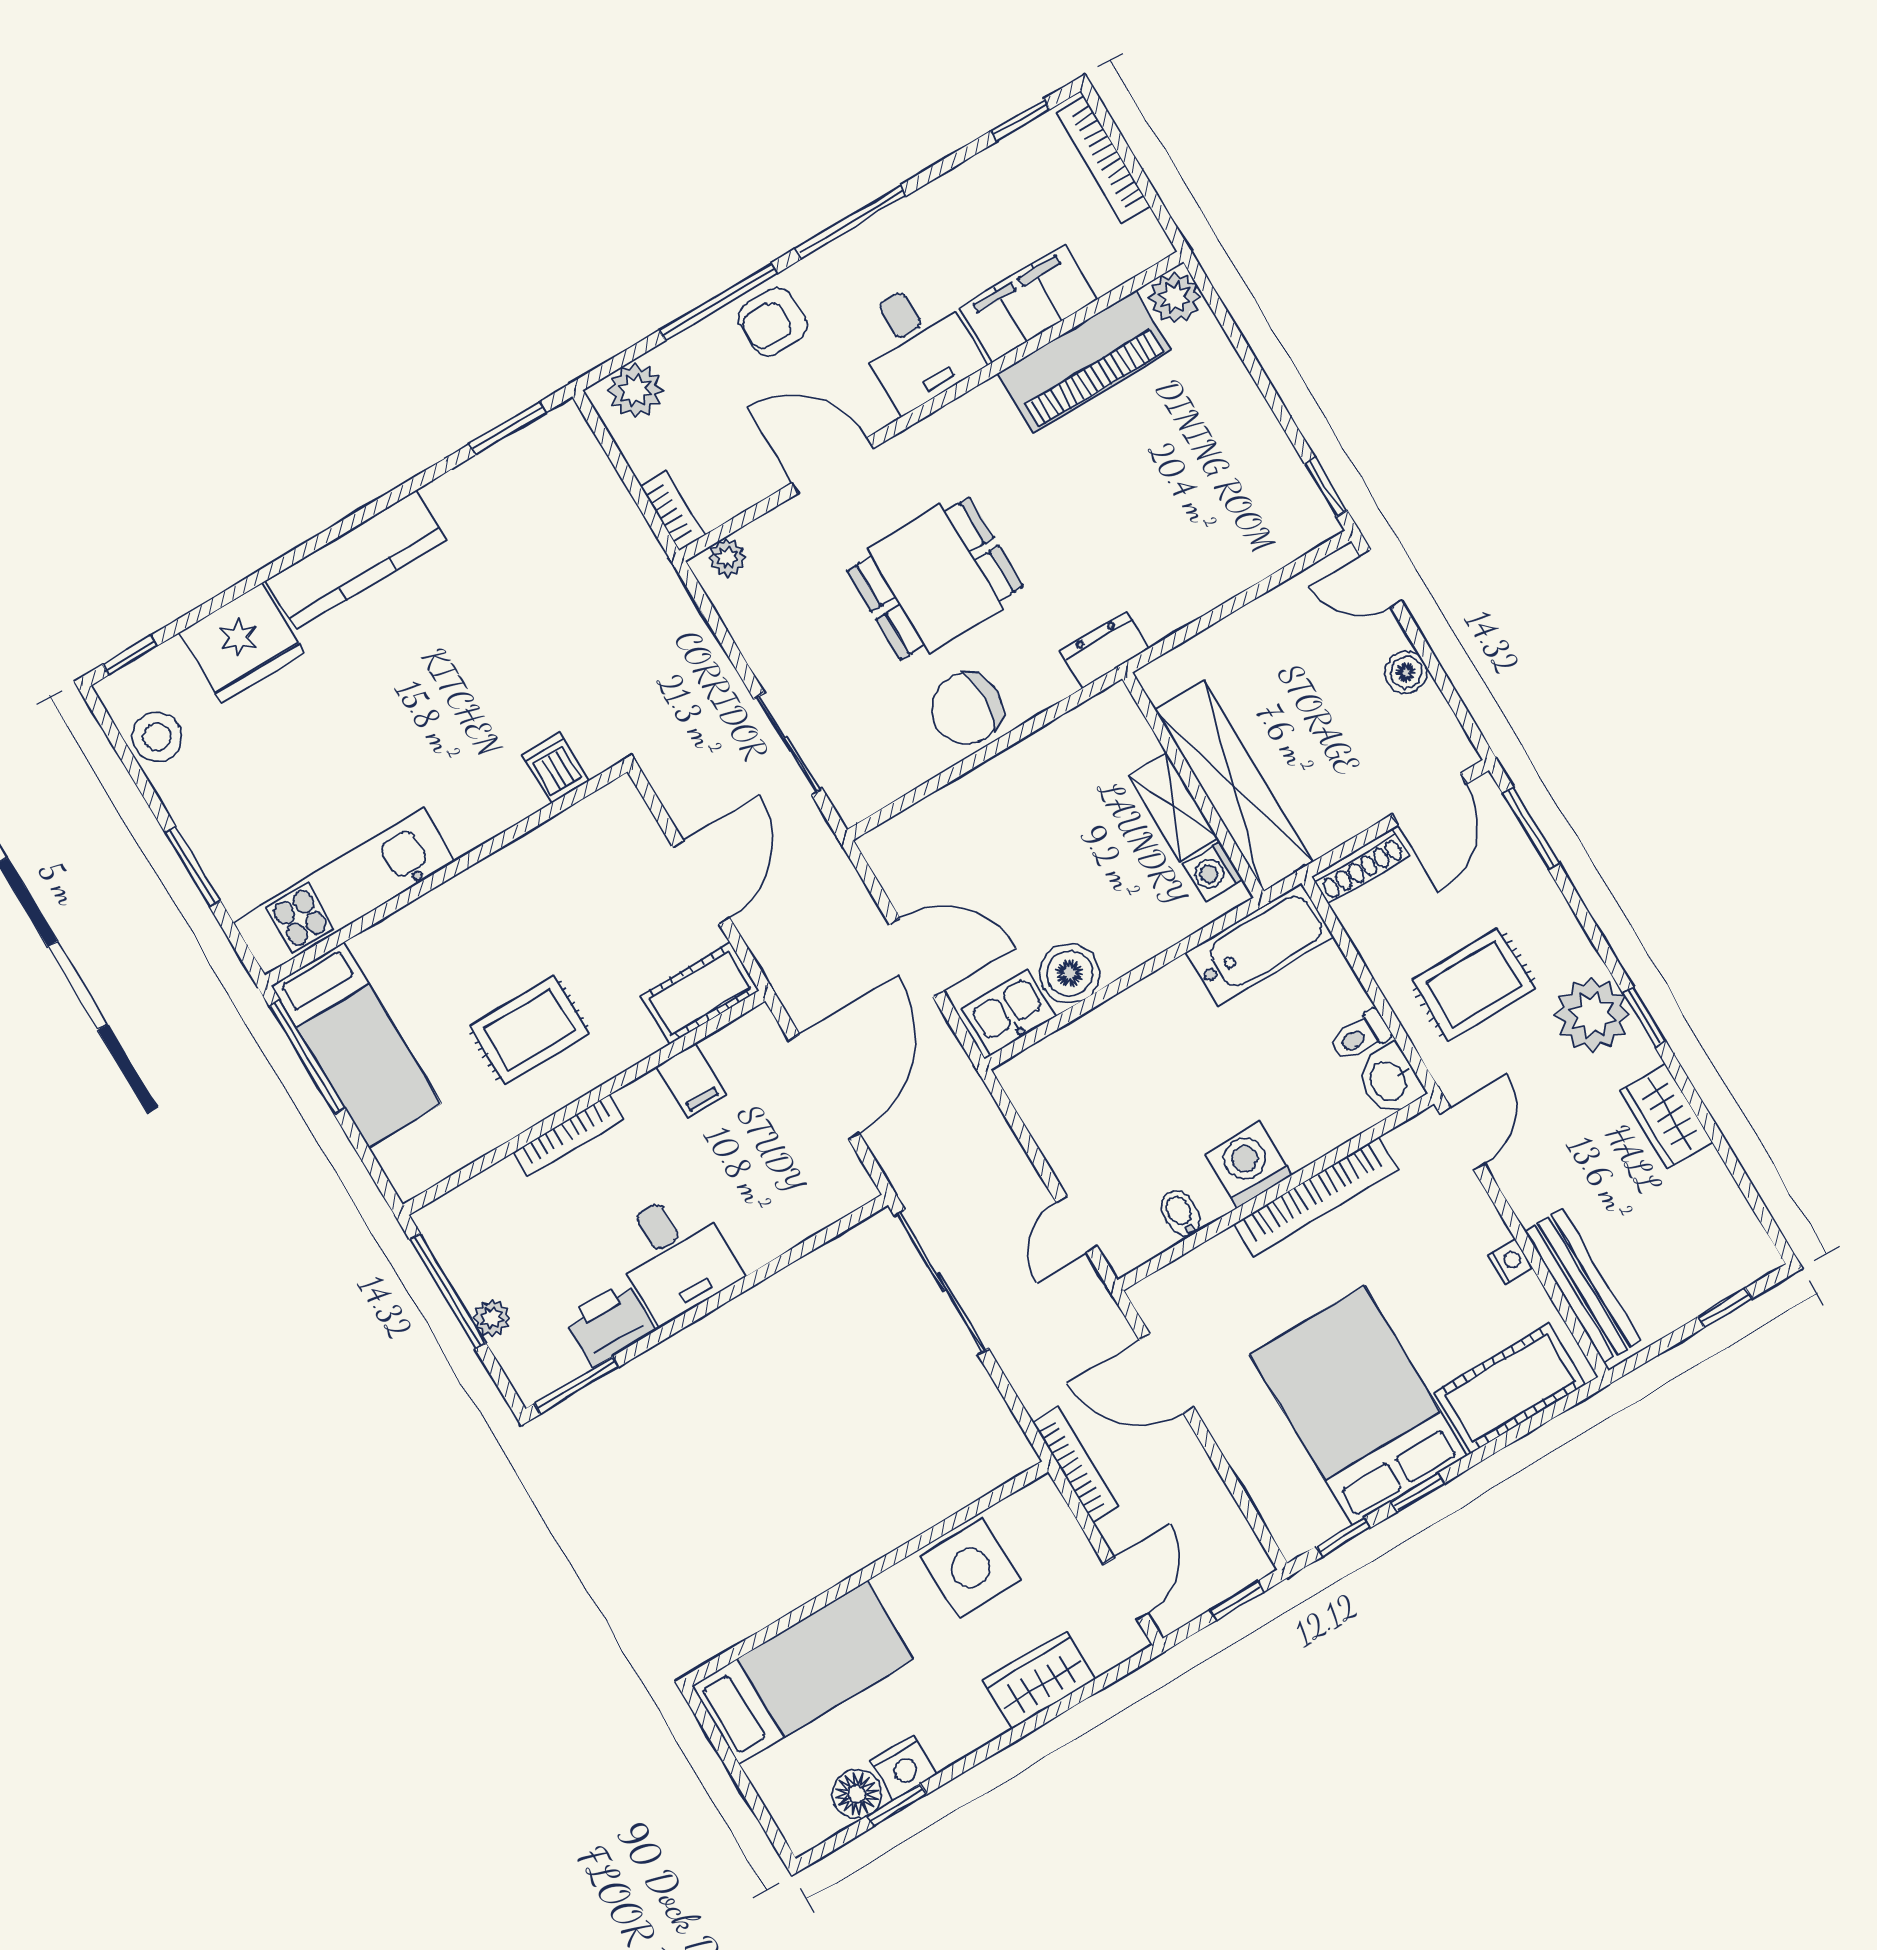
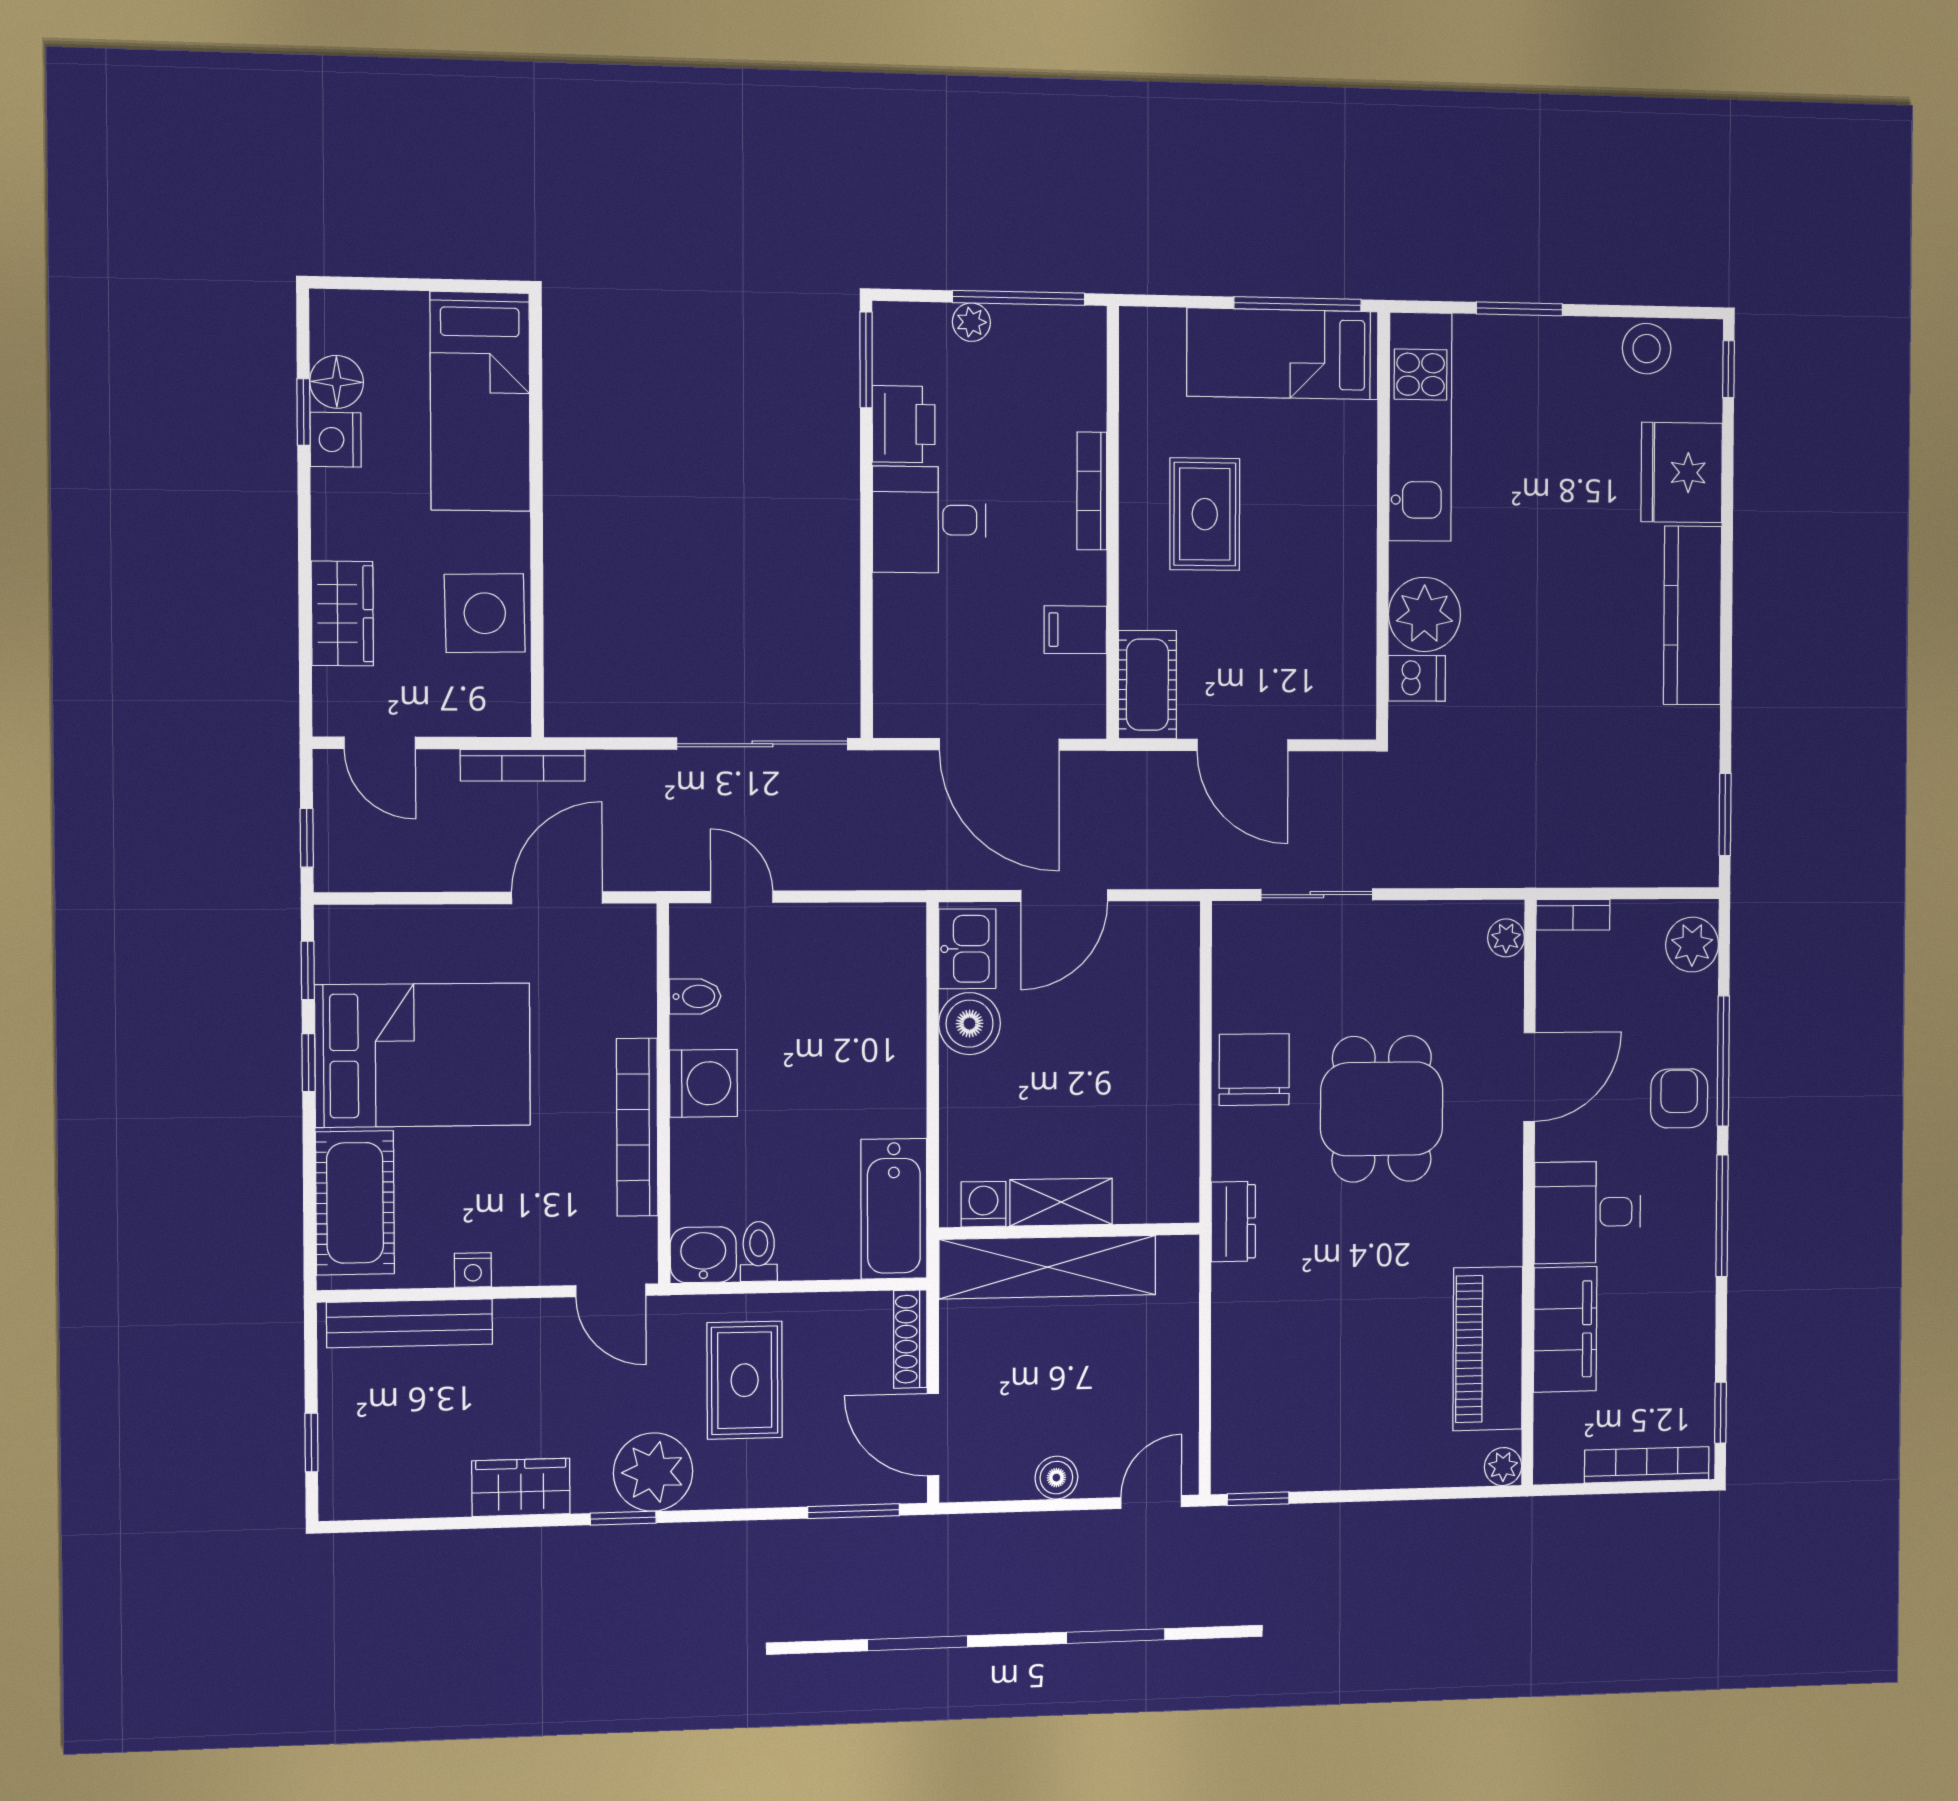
plant: (1175, 297) -> (1503, 1467), width x0.73, depth x0.73
plant: (498, 793) -> (1424, 614), added

